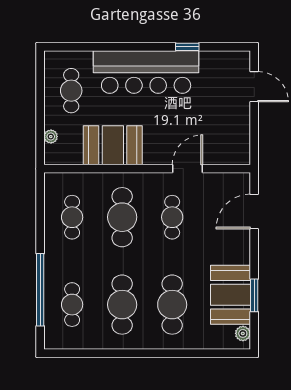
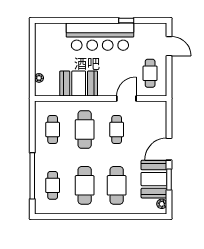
cafe table: (71, 91) -> (150, 73), moved
door: (254, 211) -> (169, 149), moved

